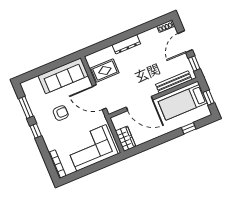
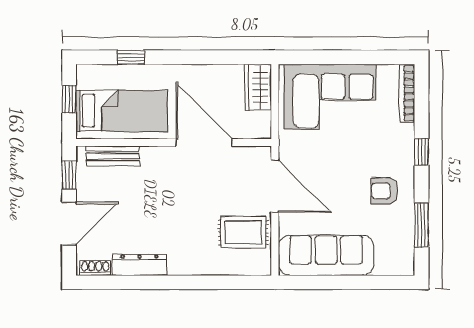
dresser: (126, 44) -> (140, 265), moved
bench: (174, 82) -> (113, 156), width x0.73
armchair: (61, 113) -> (385, 191), moved
window: (36, 131) -> (422, 152), moved

